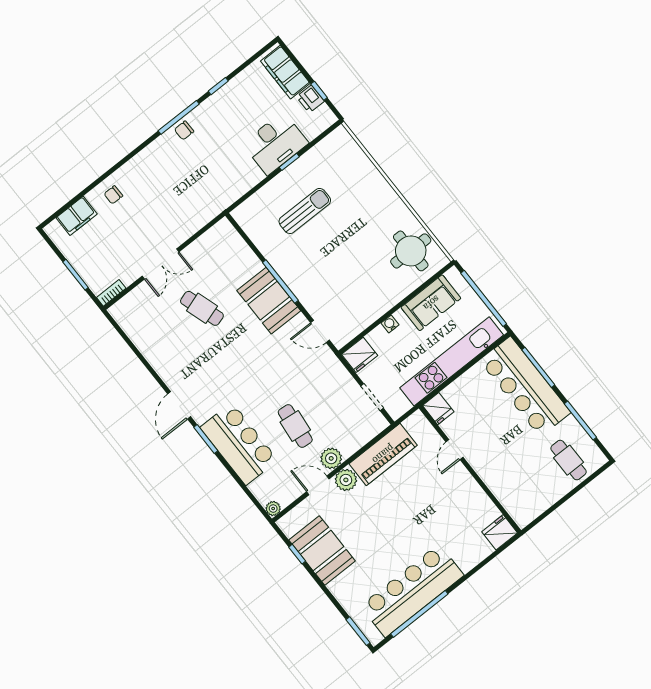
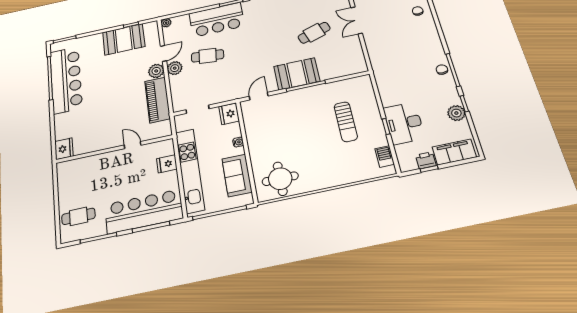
plant: (235, 90) -> (456, 113), added
barbecue: (327, 146) -> (385, 157), added
fridge: (438, 409) -> (167, 164), moved

